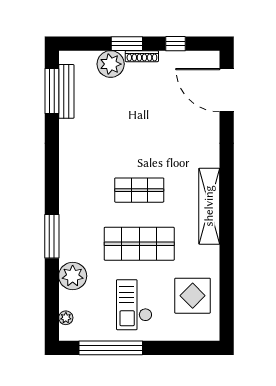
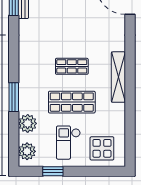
display table: (193, 296) -> (102, 148), moved
plant: (66, 318) -> (27, 151), width x1.88, depth x1.88
window: (111, 348) -> (53, 171), width x0.47

